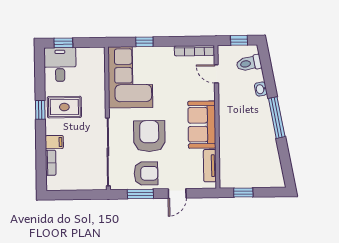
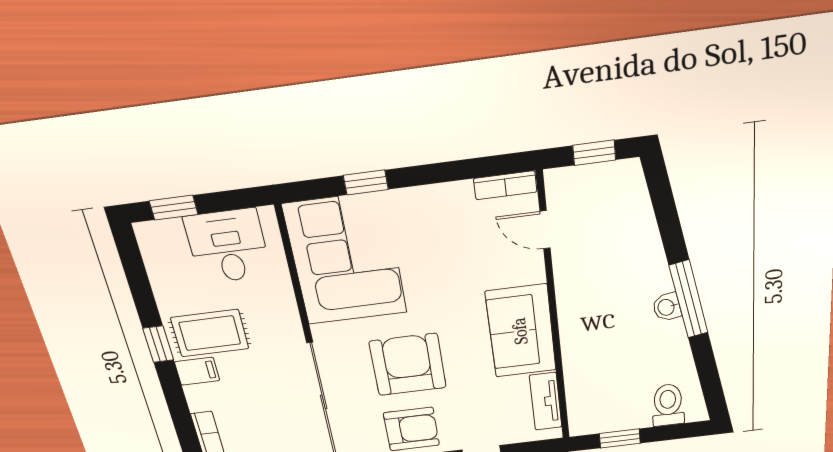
bookcase: (194, 51) -> (505, 185), width x0.64
toilet: (249, 63) -> (668, 405), moved, turned 101
desk: (60, 64) -> (228, 246), moved
washbasin: (261, 89) -> (667, 307), moved
filing cabinet: (54, 142) -> (197, 371), moved

